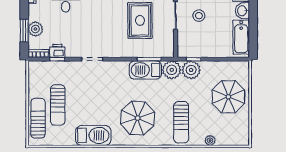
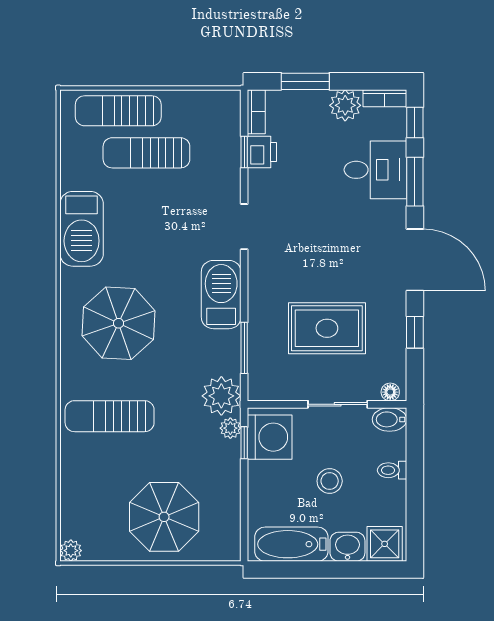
stool: (199, 16) -> (330, 481), moved
plant: (35, 29) -> (345, 105), moved
washing machine: (191, 47) -> (270, 437), added
barbecue: (145, 70) -> (221, 295), moved
plant: (191, 70) -> (230, 428), width x0.53, depth x0.53
sun lounger: (38, 118) -> (118, 111), turned 180
plant: (210, 140) -> (71, 551), moved

